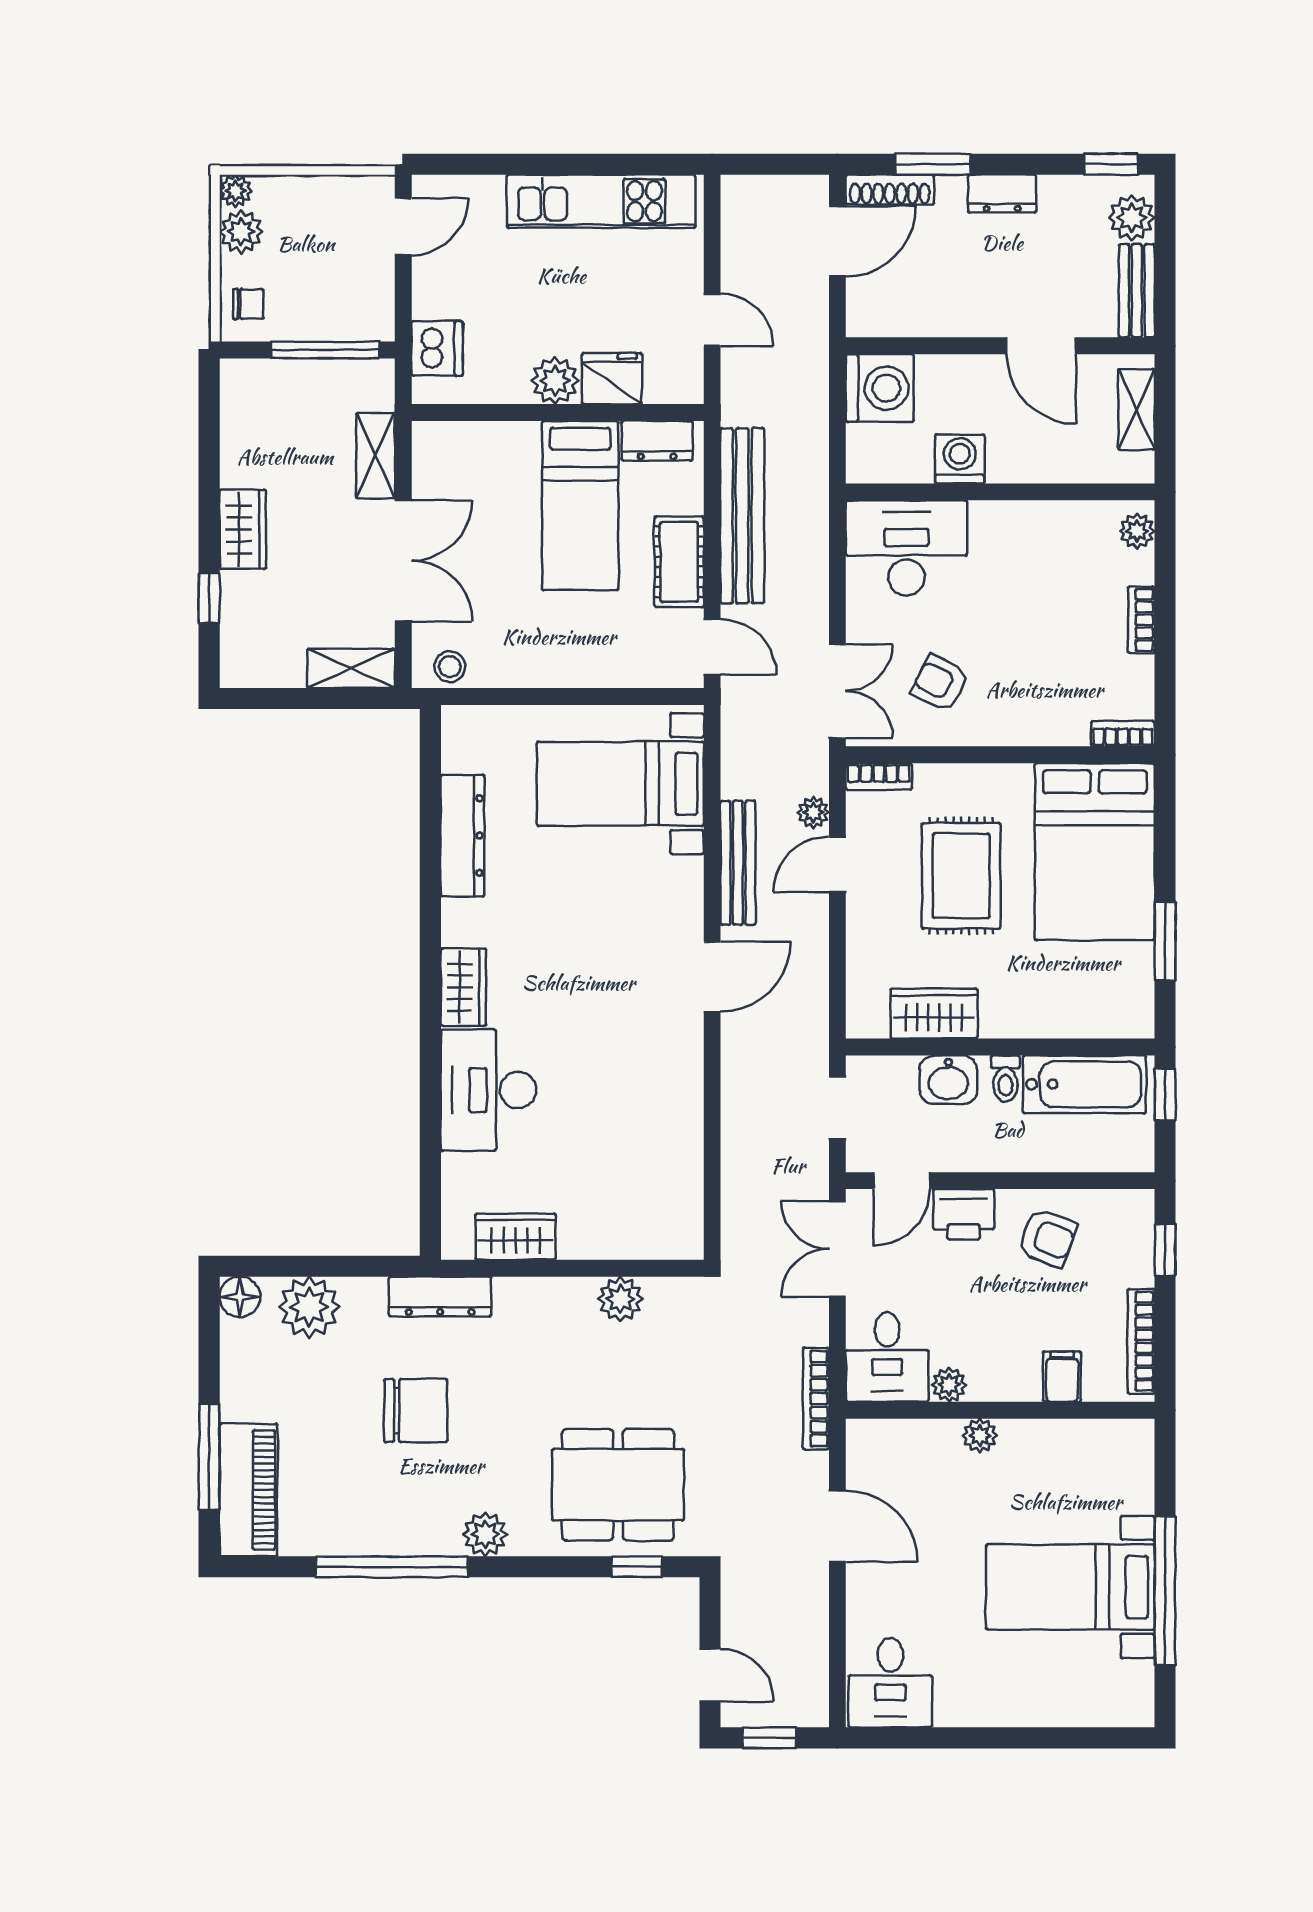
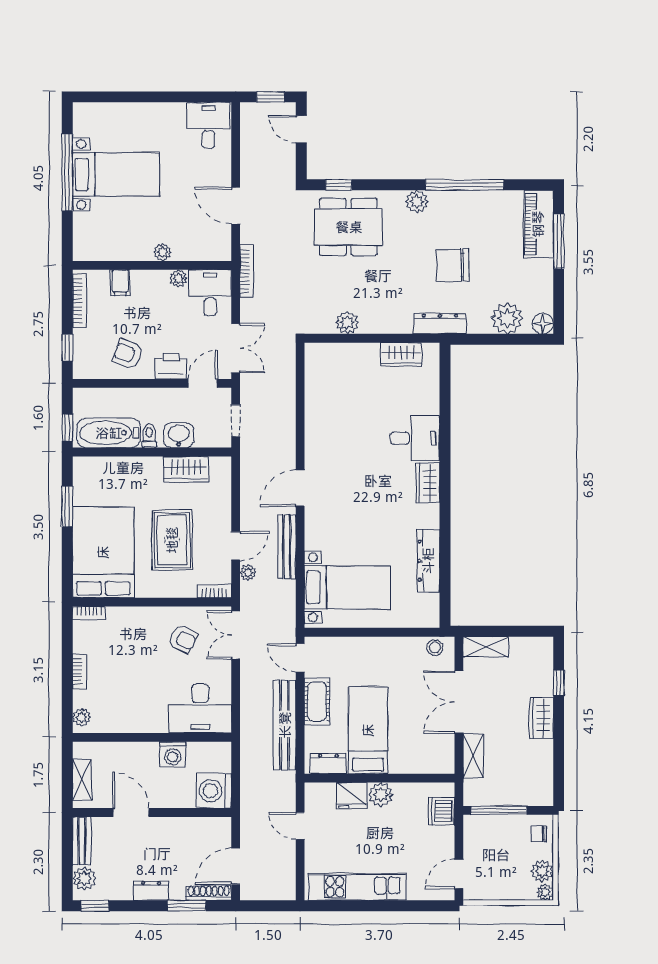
desk: (488, 1090) -> (415, 438), width x0.73

